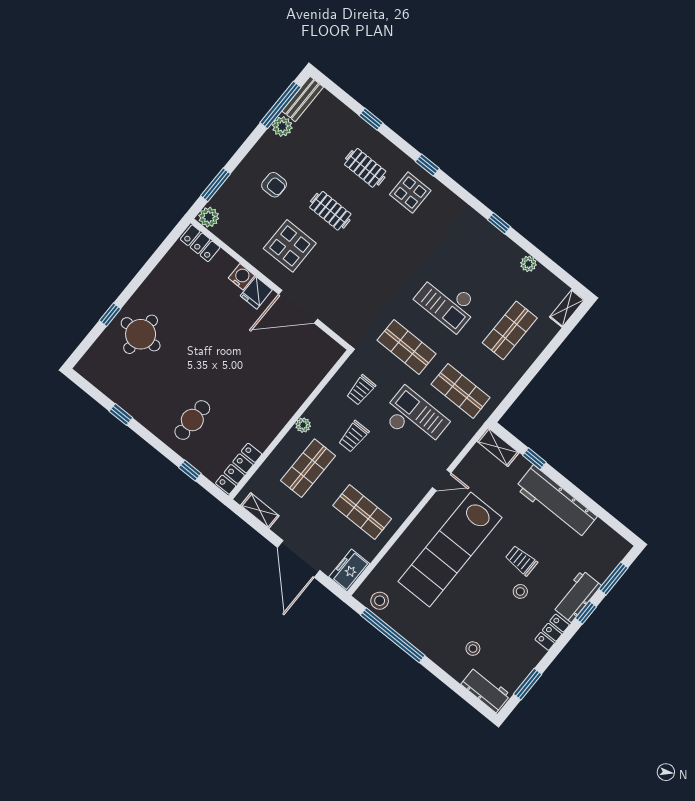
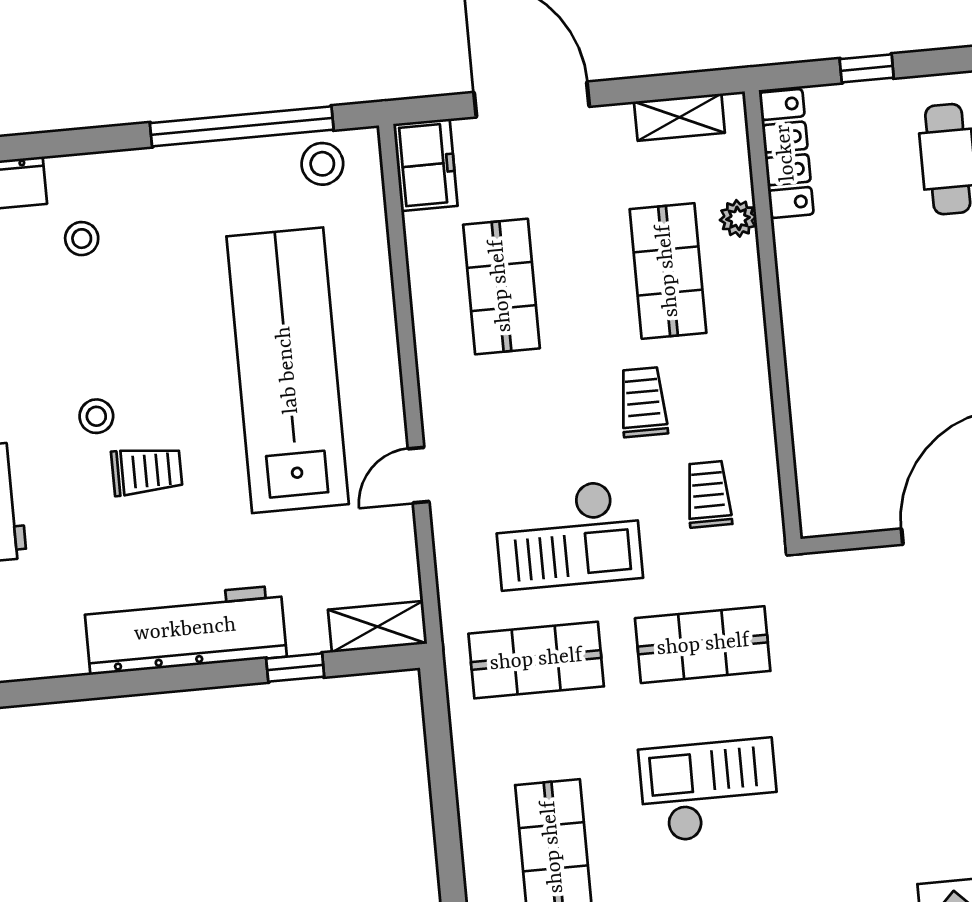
plant: (303, 425) -> (738, 218), moved
shop shelf: (362, 512) -> (501, 286), turned 90

